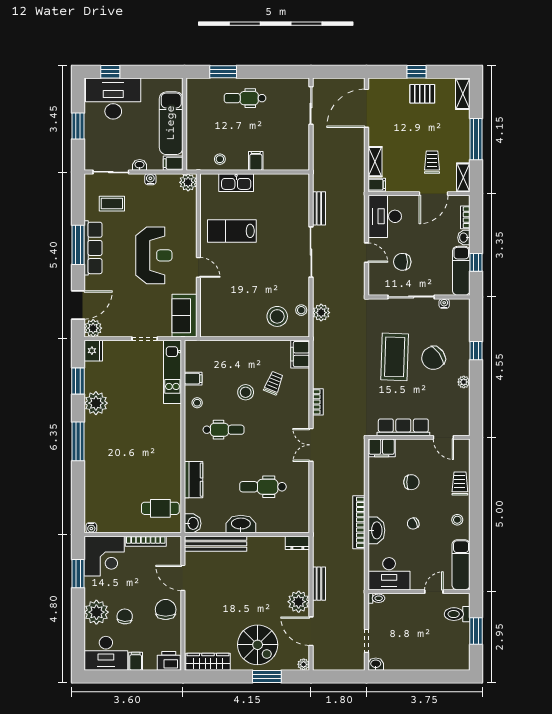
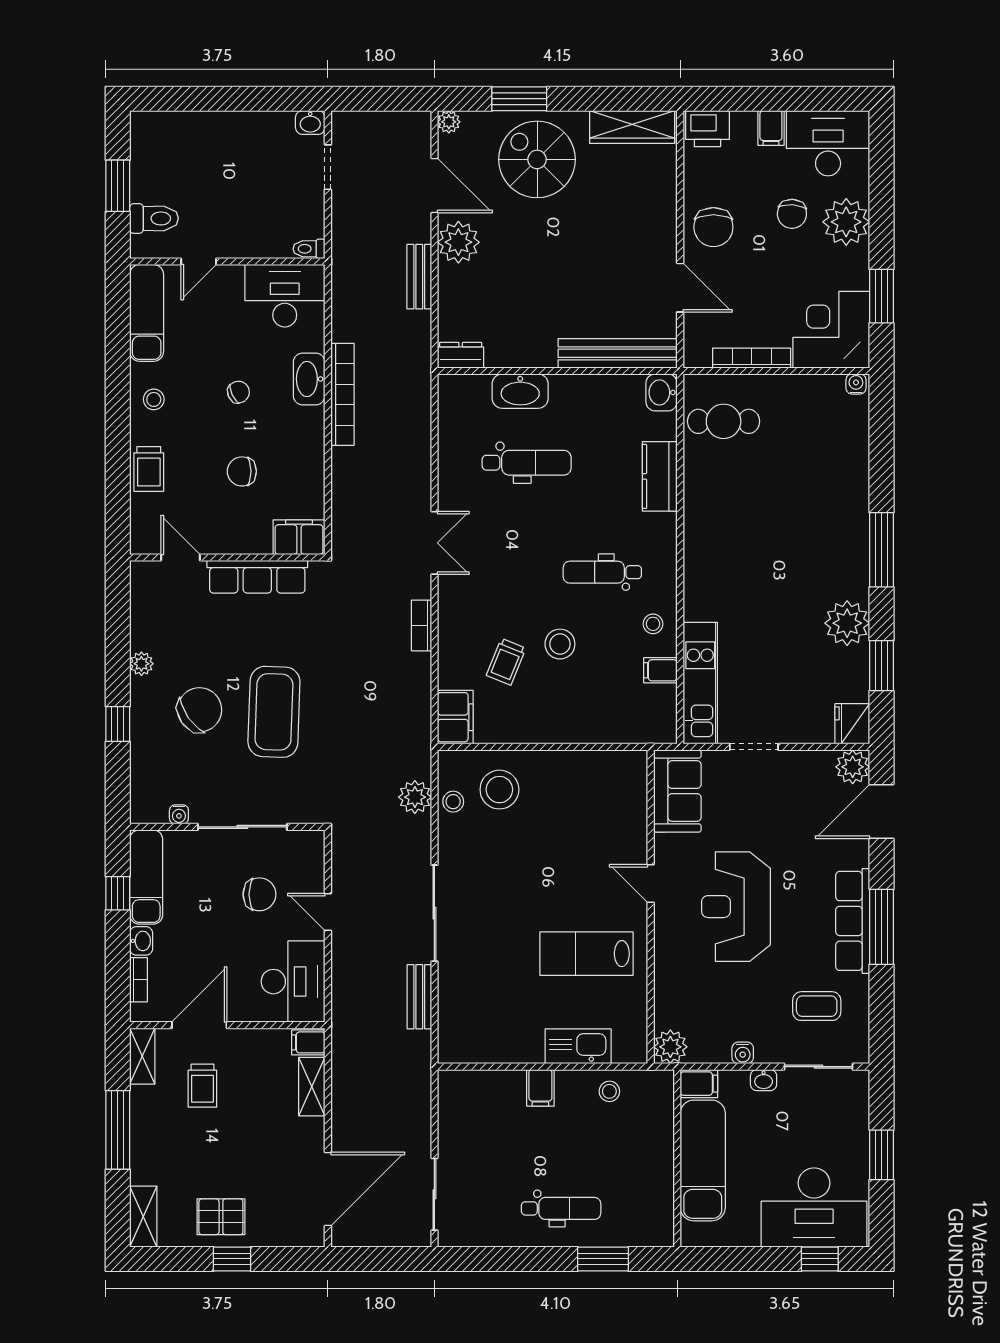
lab bench: (232, 231) -> (586, 954), turned 180
washbasin: (241, 524) -> (520, 391), moved

